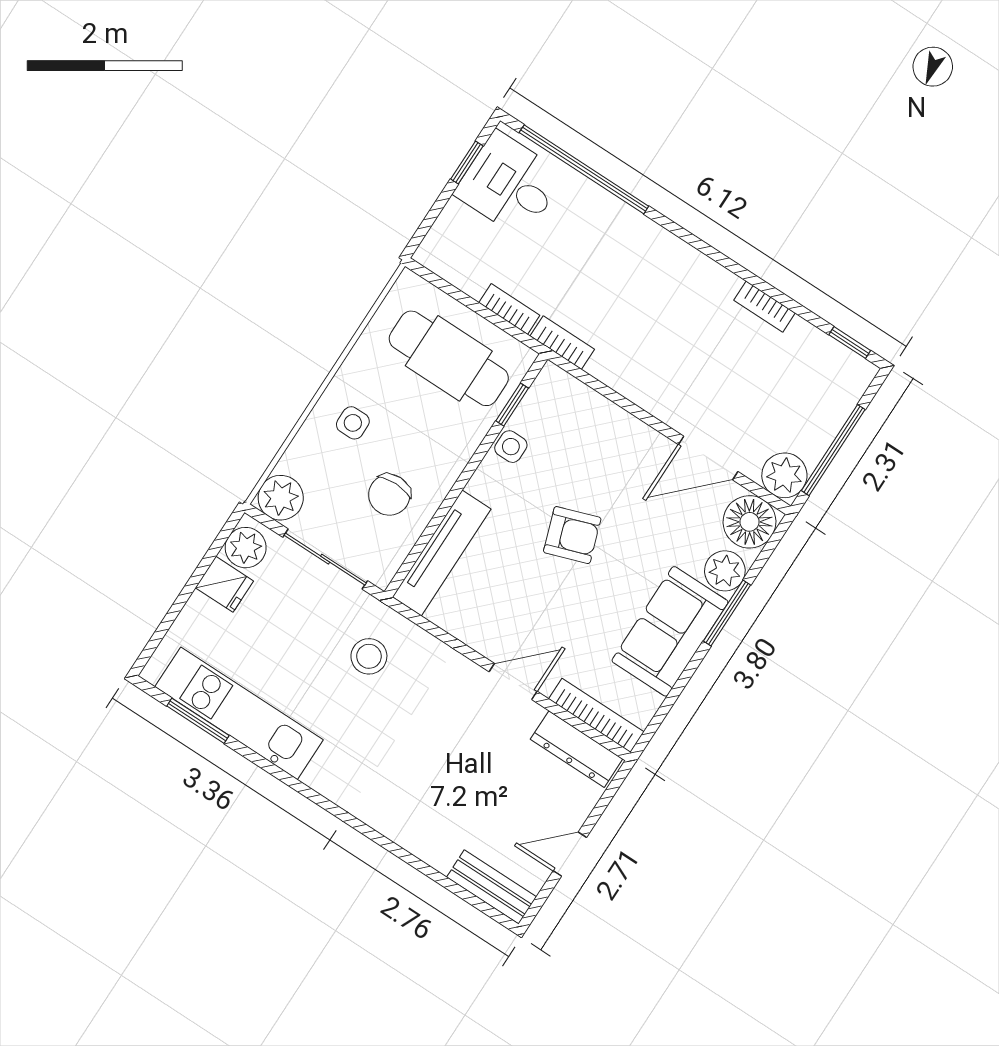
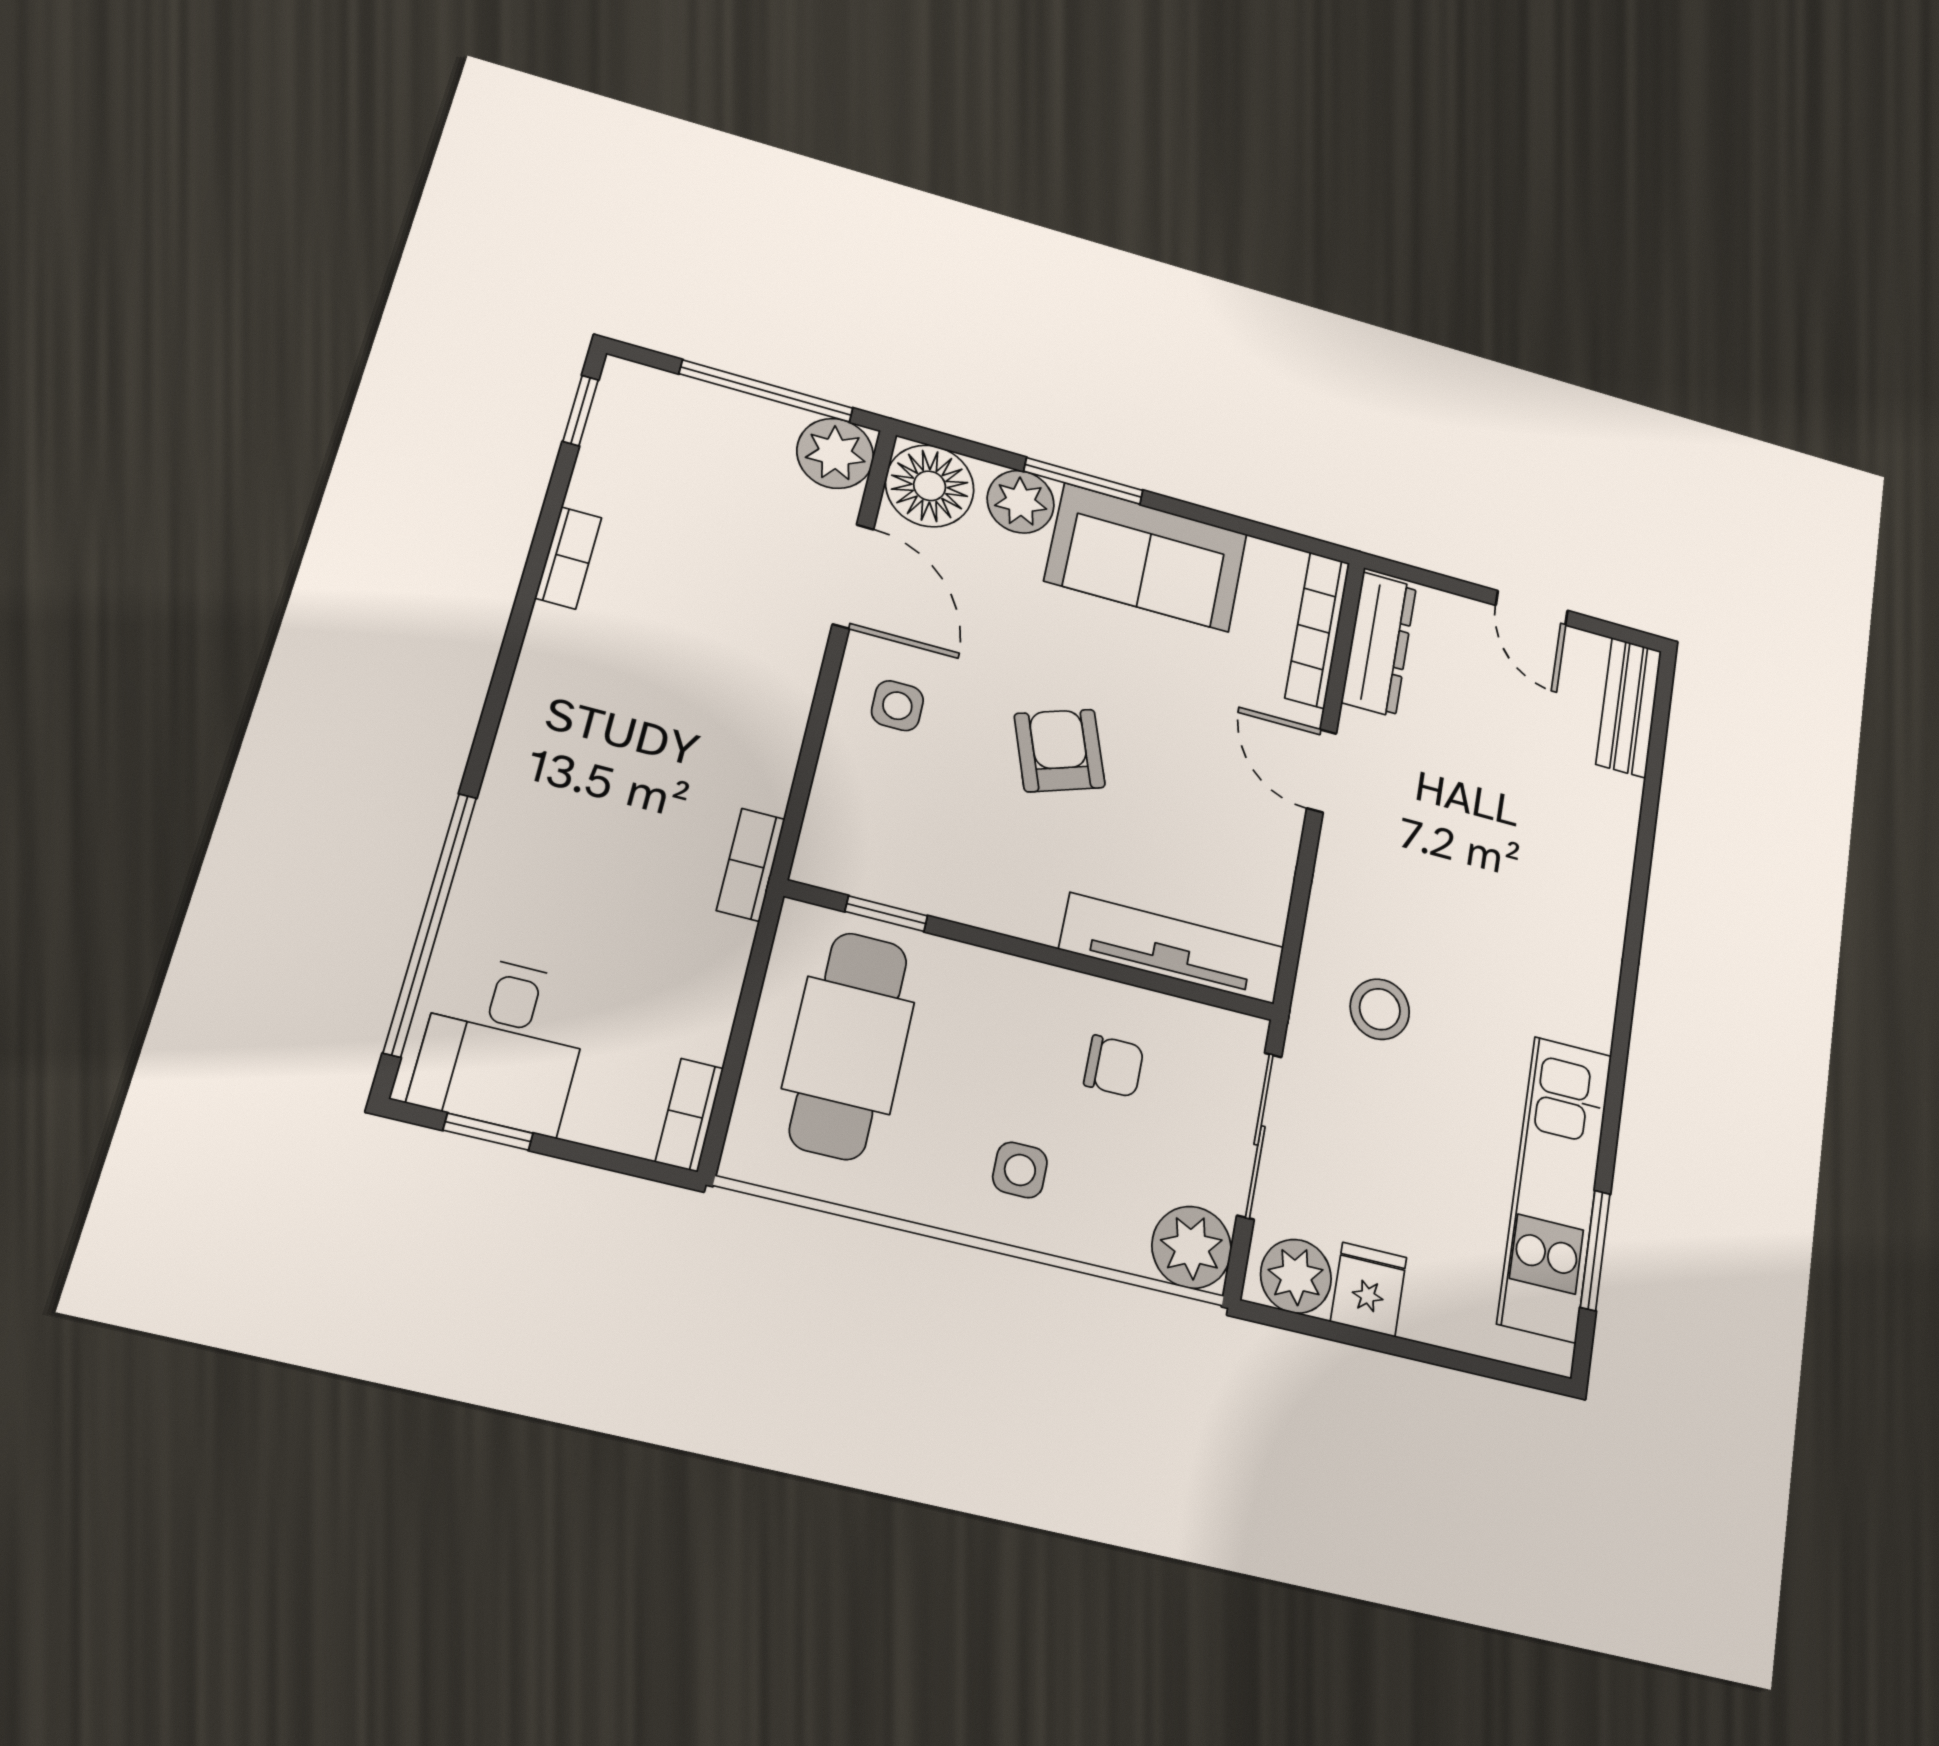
bookcase: (509, 309) -> (690, 1115), moved
side table: (511, 447) -> (897, 706), moved
chair: (389, 495) -> (1114, 1066), width x0.73, depth x0.73

